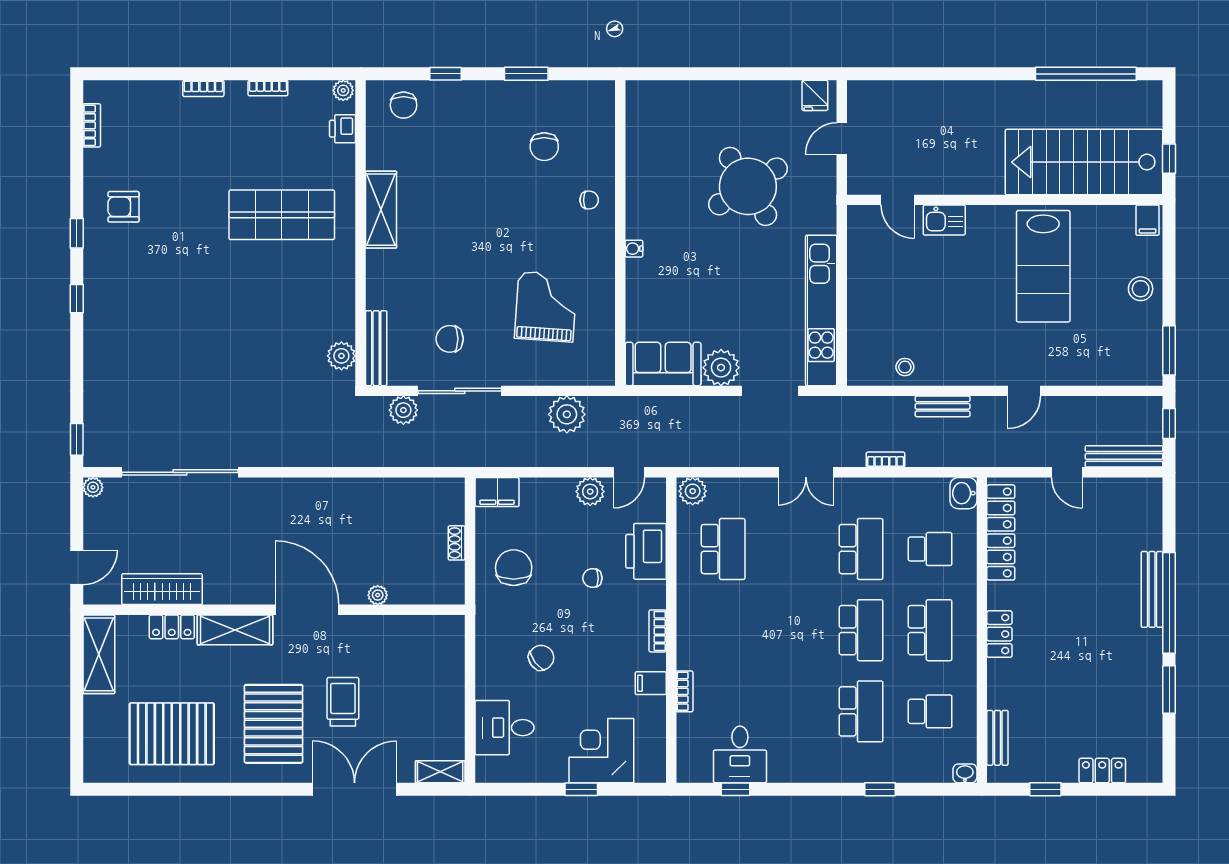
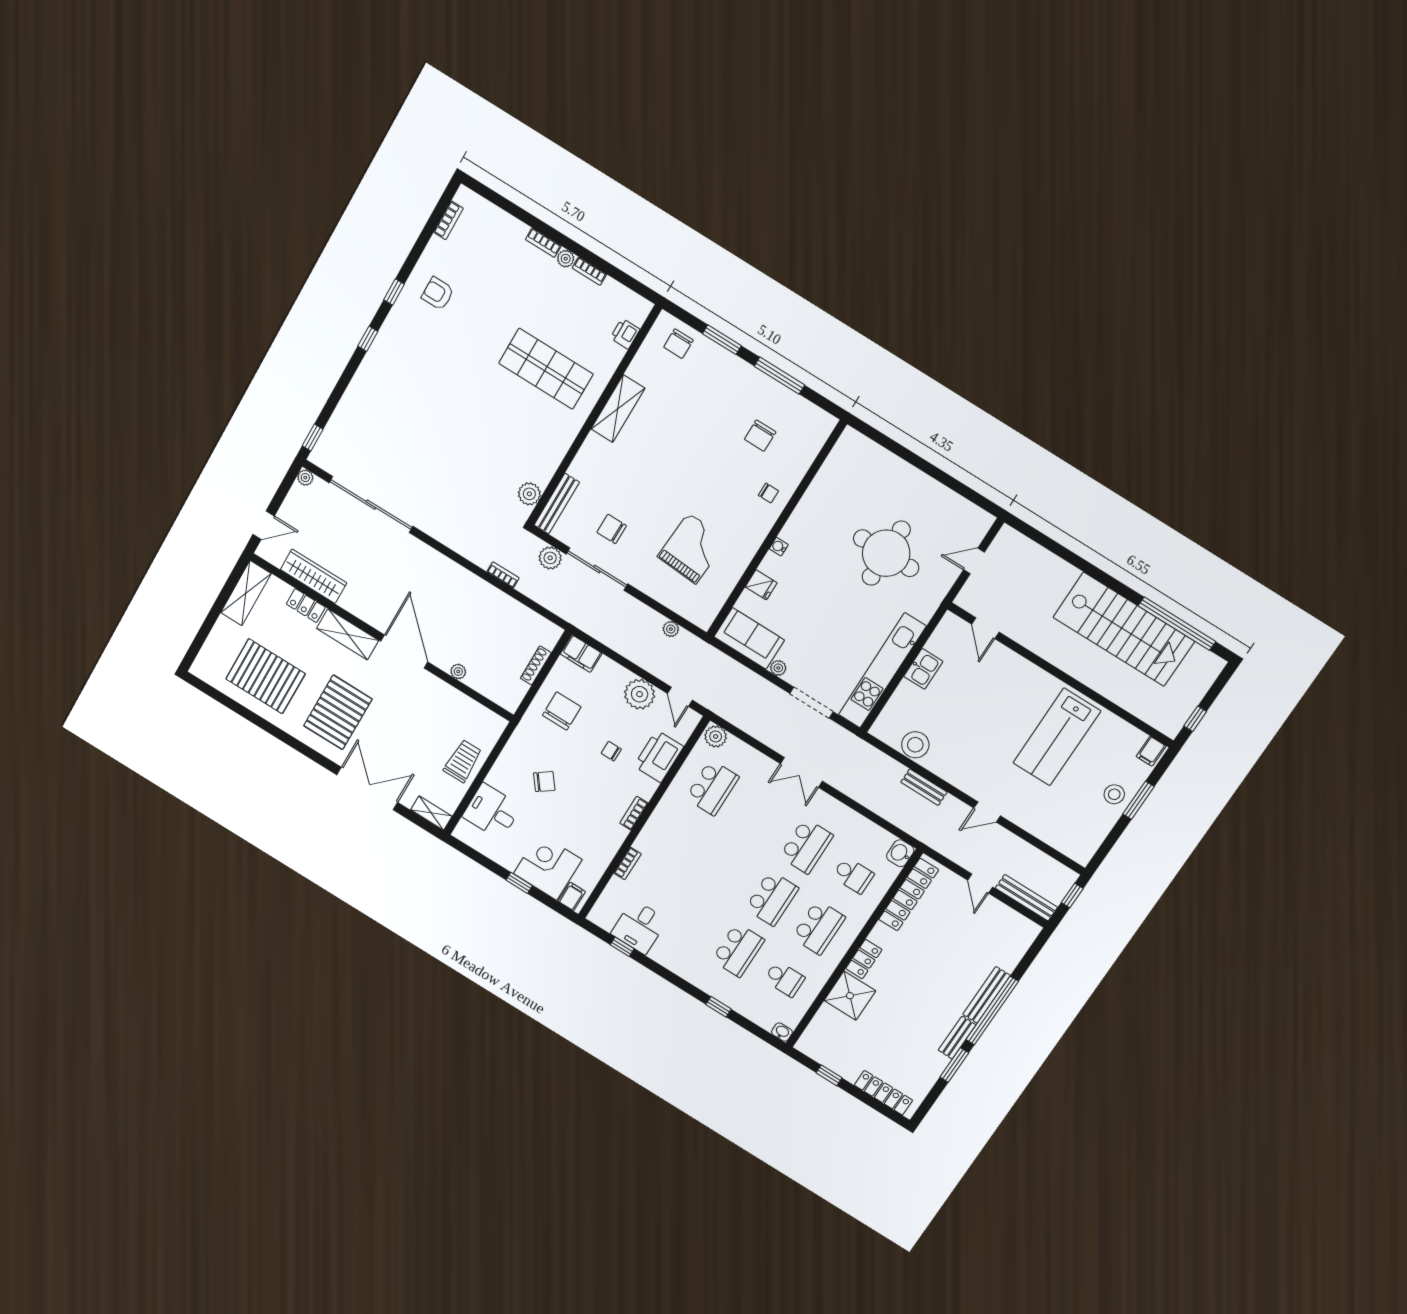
window: (445, 74) -> (722, 340), width x1.50
window: (526, 74) -> (779, 376), width x1.44
plant: (343, 90) -> (566, 259), moved
fridge: (815, 95) -> (761, 585), moved, turned -90
stairs: (1084, 162) -> (1124, 629), moved, turned 180
round table: (748, 186) -> (886, 553), turned 32
kitchen sink: (944, 220) -> (923, 669), moved, turned -90
window: (1169, 350) -> (1138, 800), moved
stool: (905, 367) -> (915, 745), width x1.89, depth x1.89
plant: (721, 368) -> (778, 668), width x0.53, depth x0.53
plant: (567, 414) -> (671, 629), width x0.53, depth x0.53
bookcase: (886, 460) -> (503, 575), moved
door: (629, 472) -> (680, 697), hinge flipped
plant: (590, 492) -> (640, 694), width x1.36, depth x1.36
shoe rack: (457, 543) -> (536, 665), width x1.43
filing cabinet: (651, 683) -> (572, 896), moved, turned 90
shower: (1011, 685) -> (850, 996), added
trolley: (343, 702) -> (463, 761), moved
bench: (997, 738) -> (957, 1038), moved
locker: (1102, 771) -> (883, 1093), width x1.53

